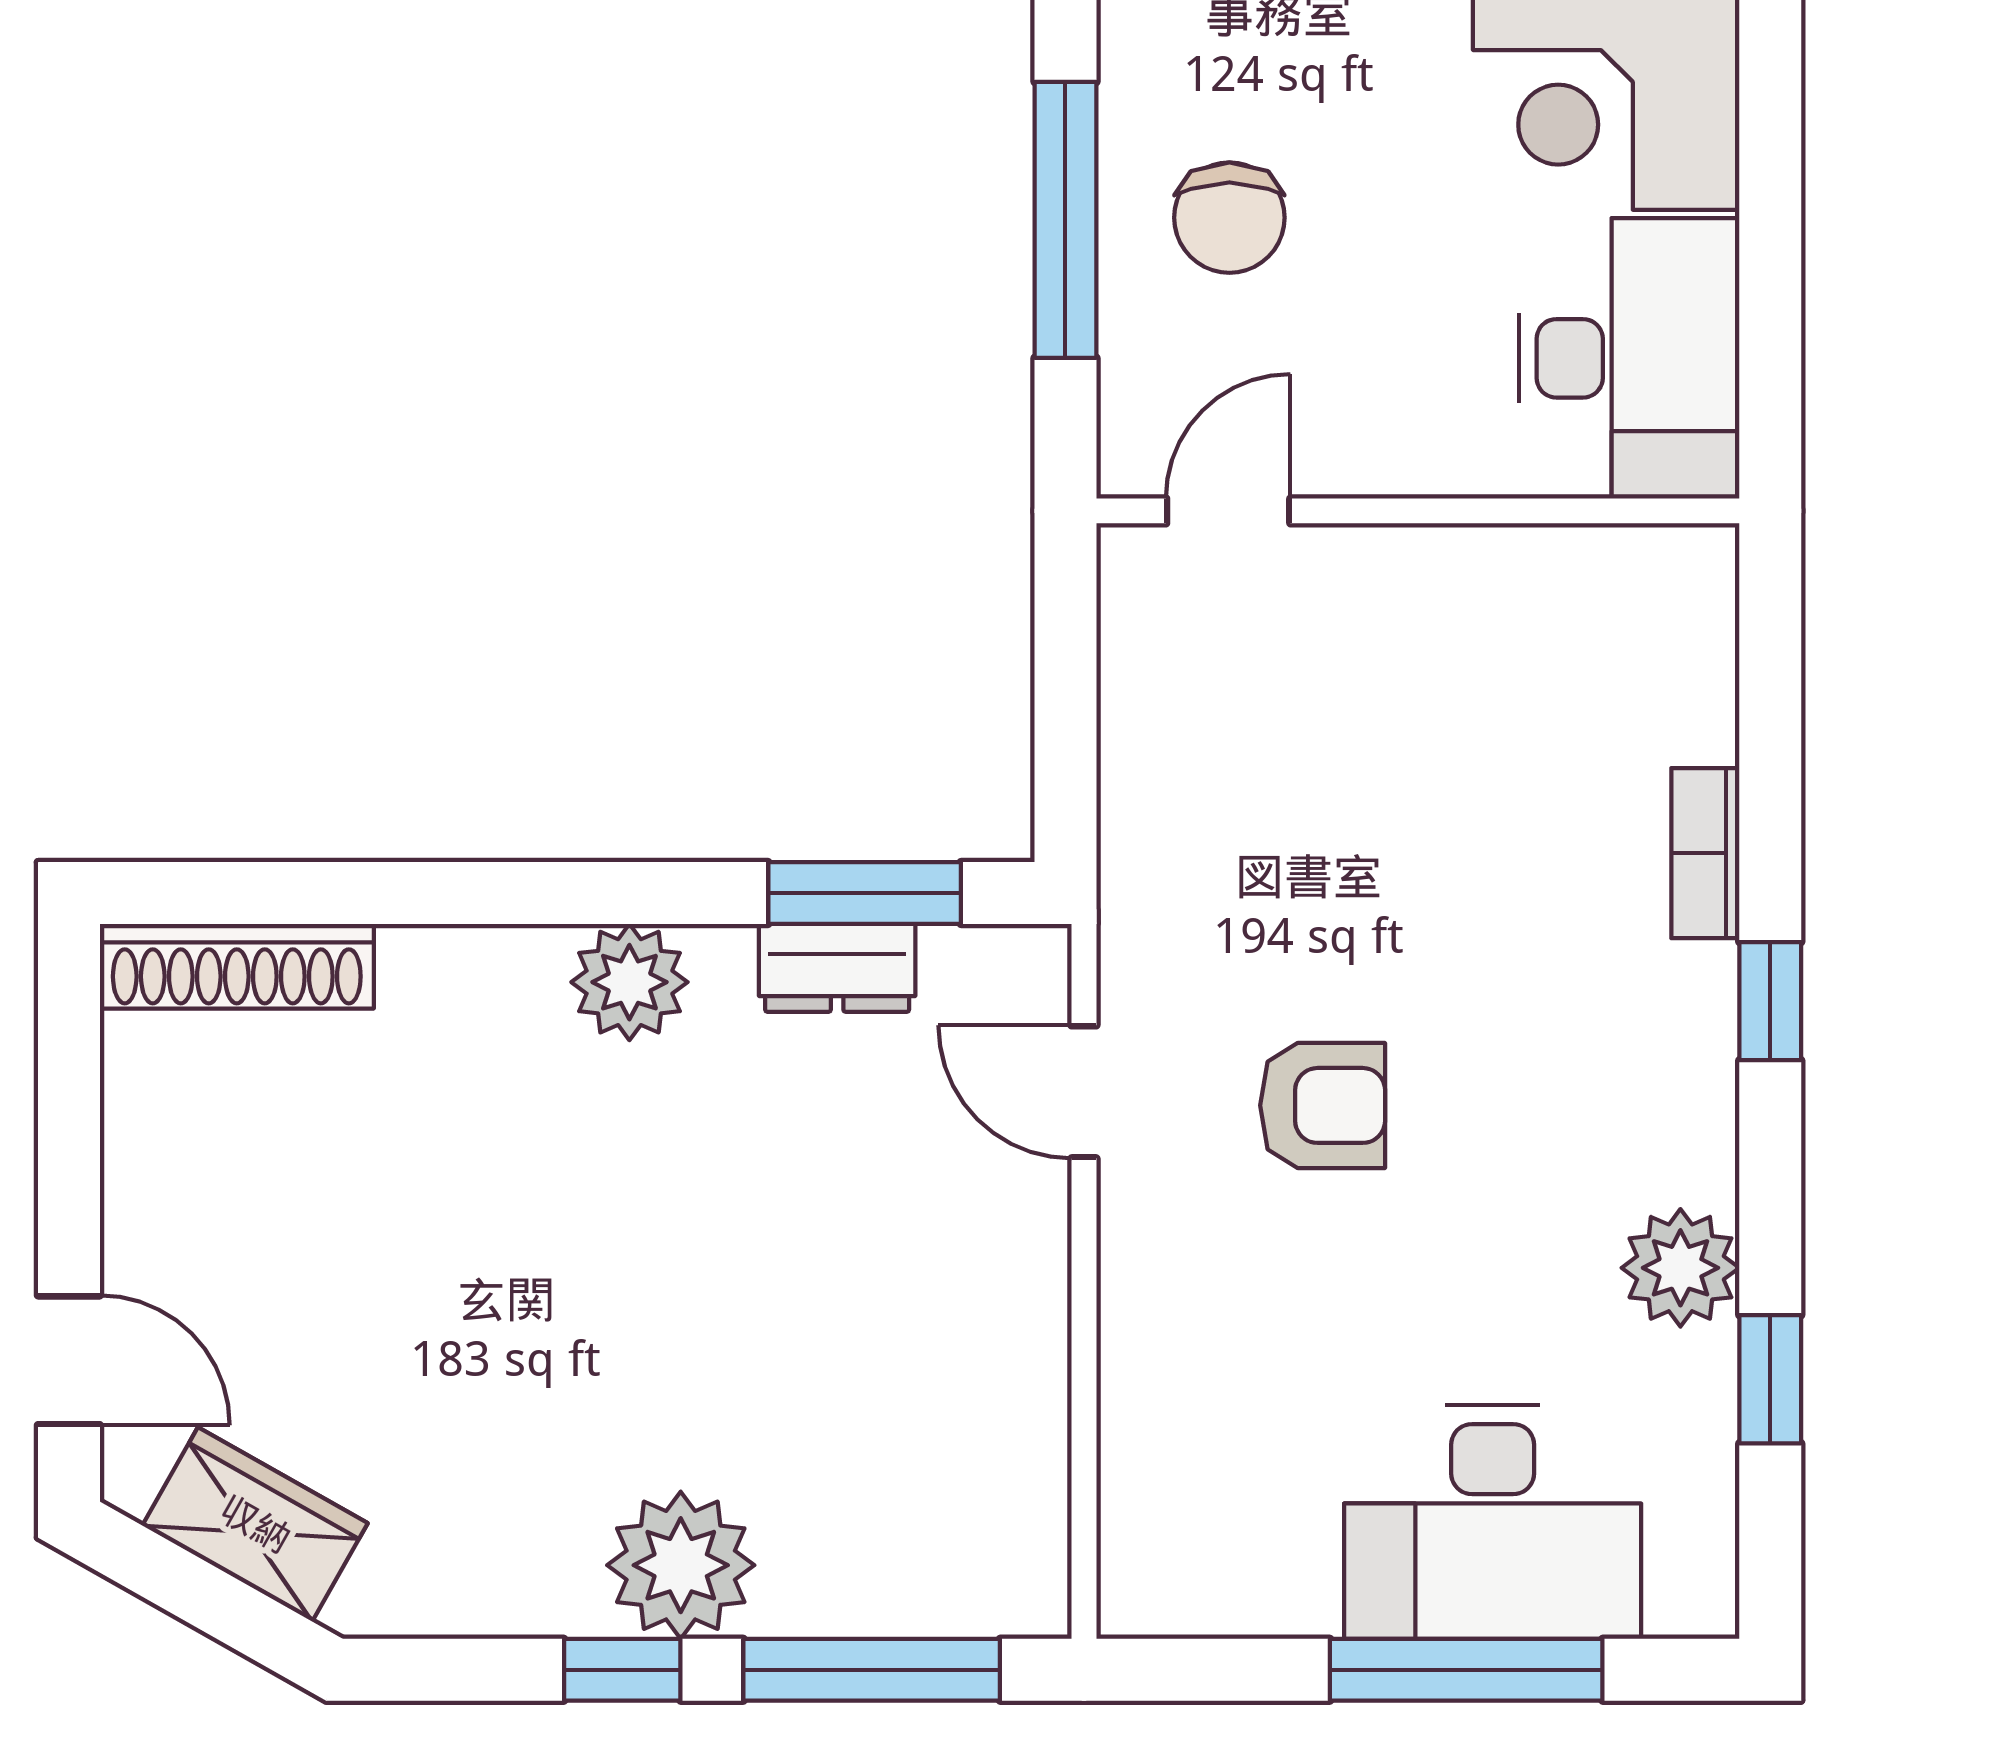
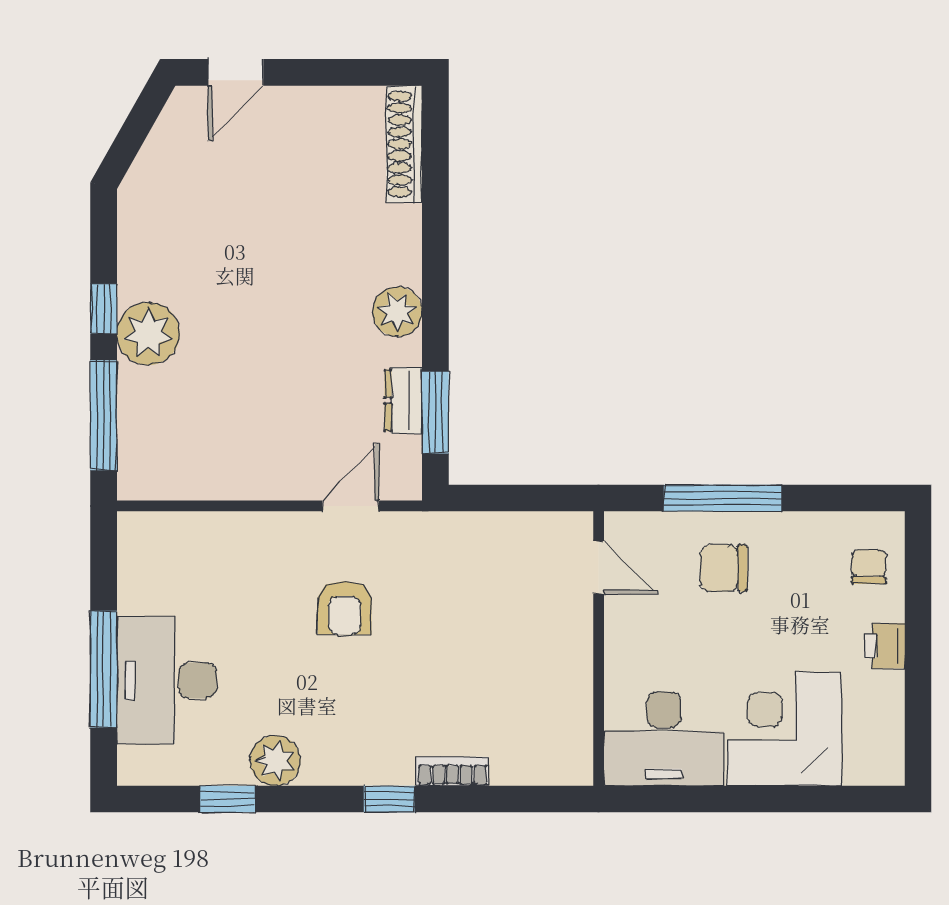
wardrobe: (255, 1524) -> (166, 152), removed

